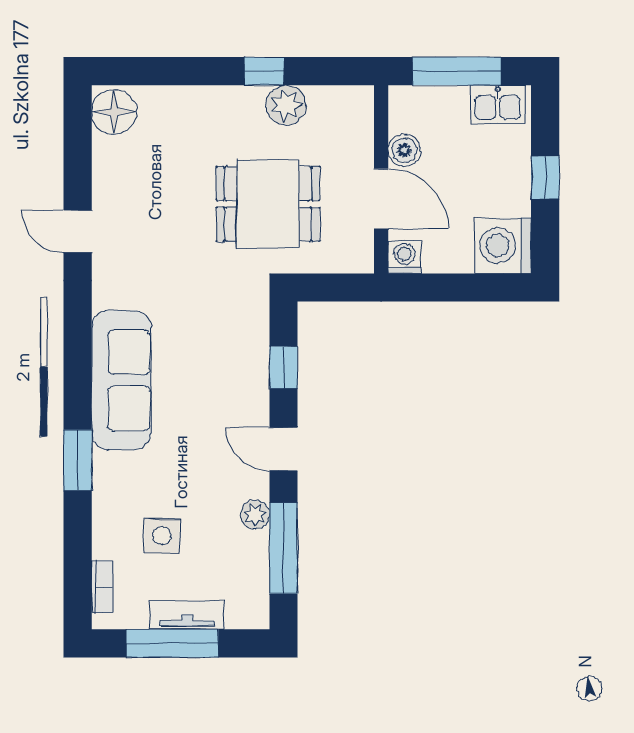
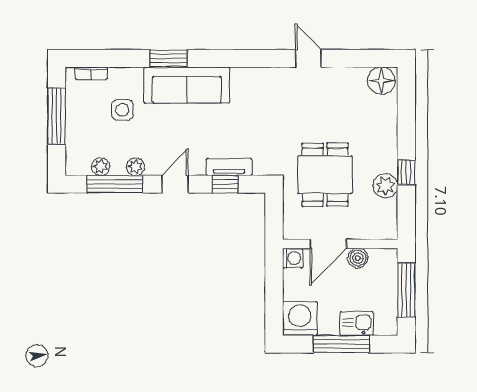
kitchen sink: (498, 105) -> (357, 324), moved, turned 90
window: (545, 178) -> (341, 344), width x2.17
door: (78, 231) -> (308, 58), hinge flipped
sofa: (121, 380) -> (187, 85), moved
plant: (255, 571) -> (101, 167), added
tv unit: (187, 615) -> (229, 167), moved, turned -90

